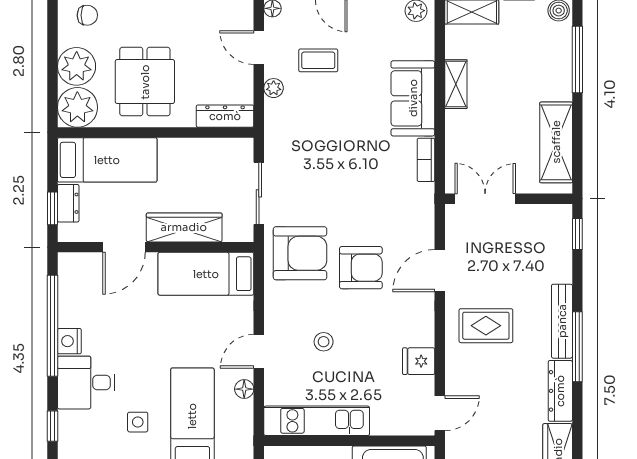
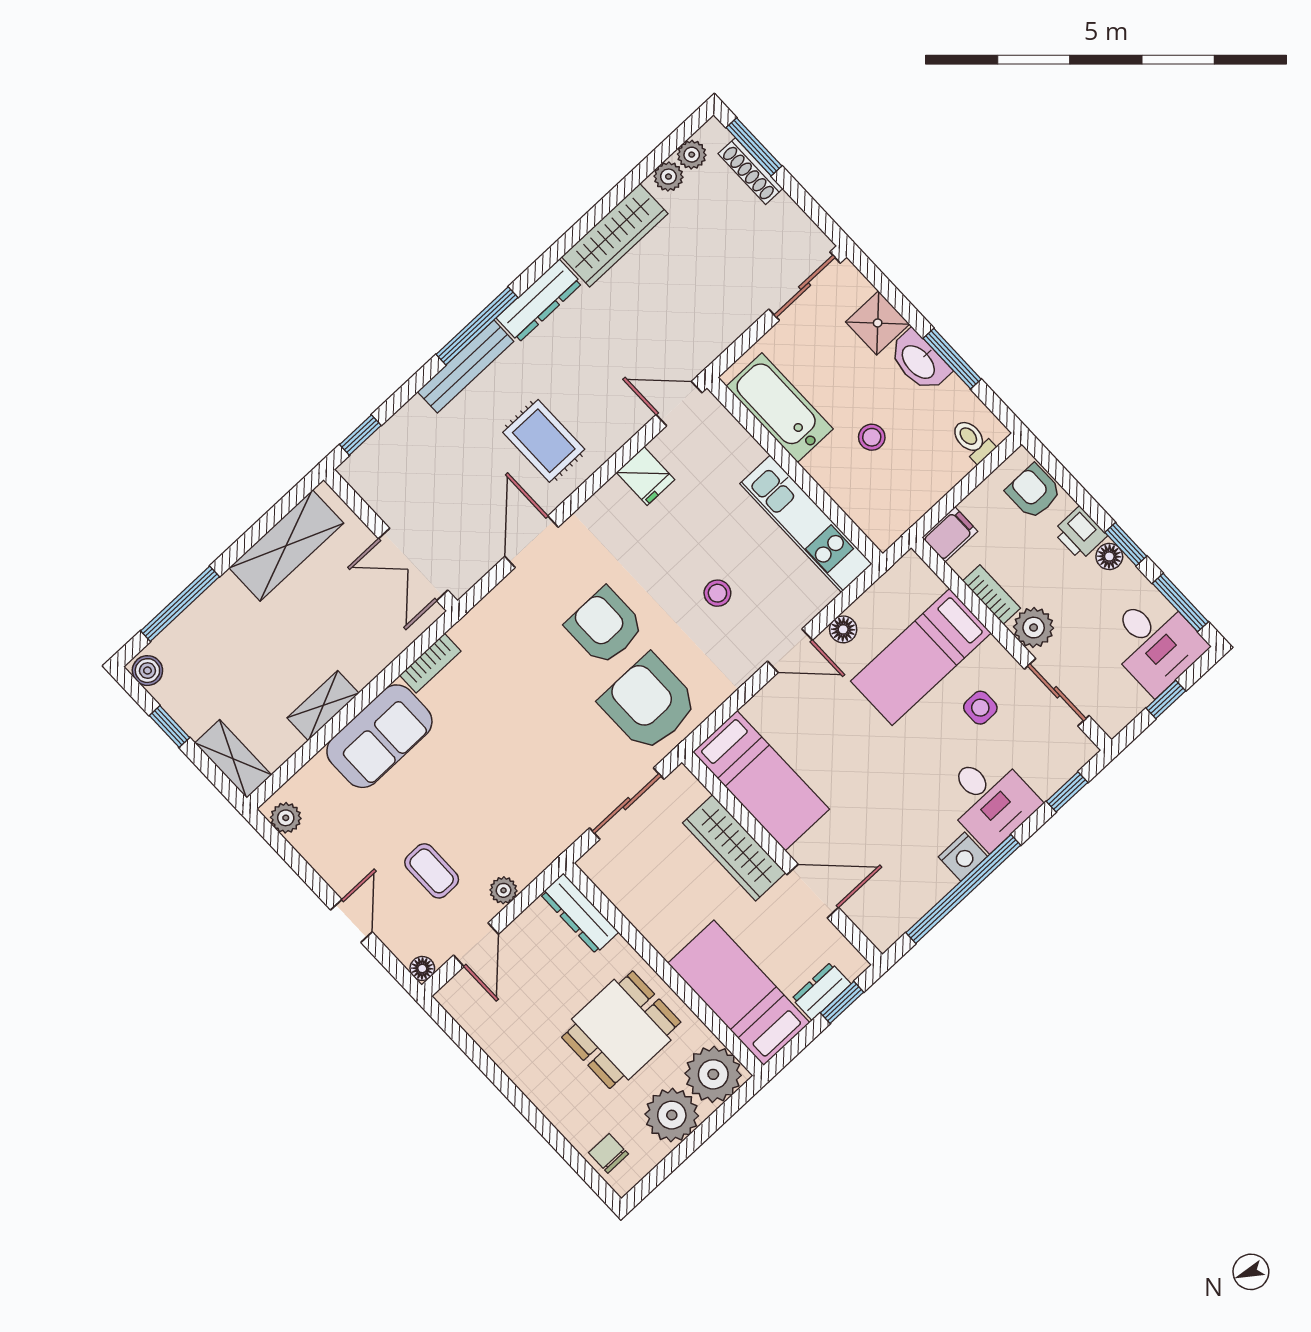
door: (440, 271) -> (532, 542), swing flipped

